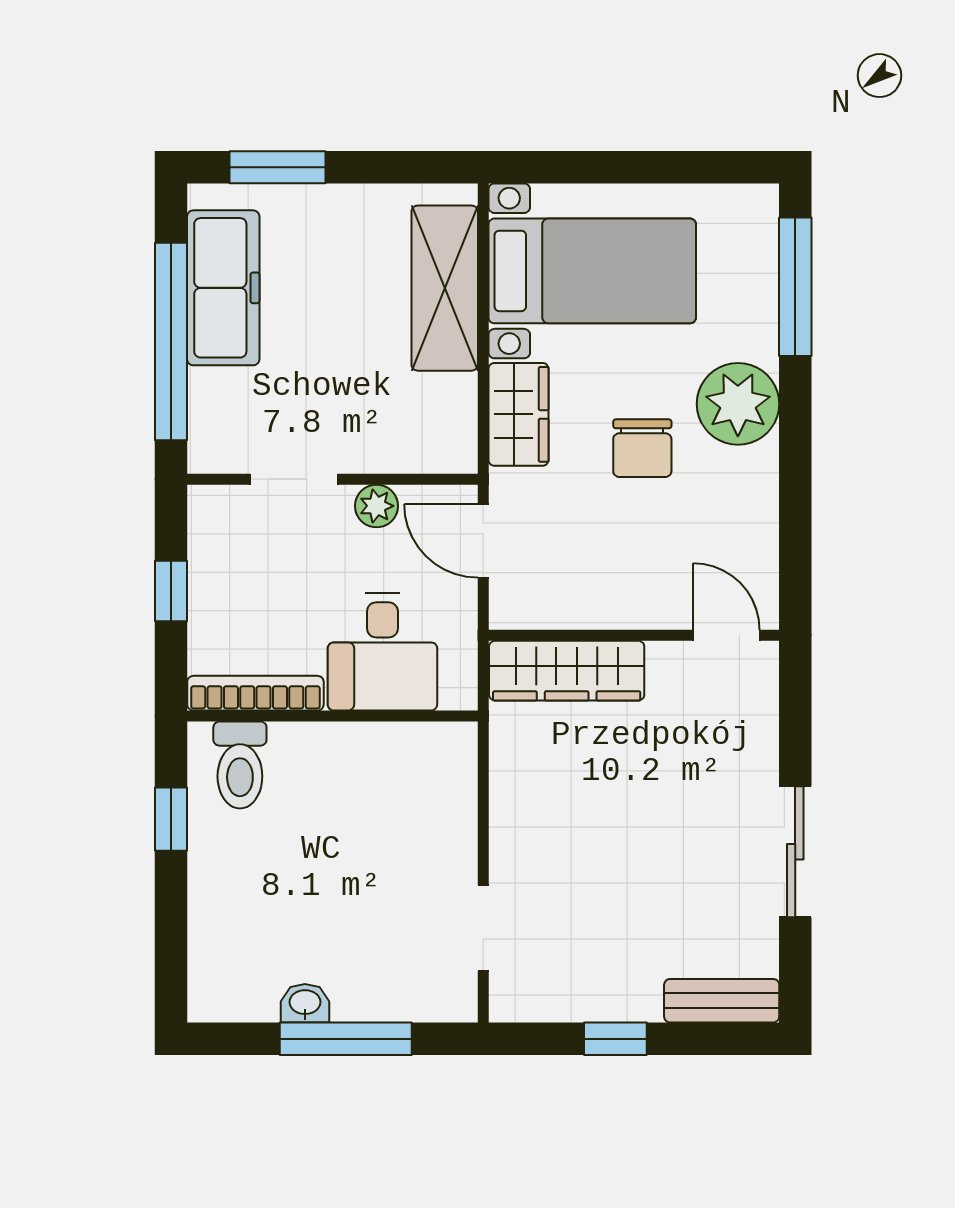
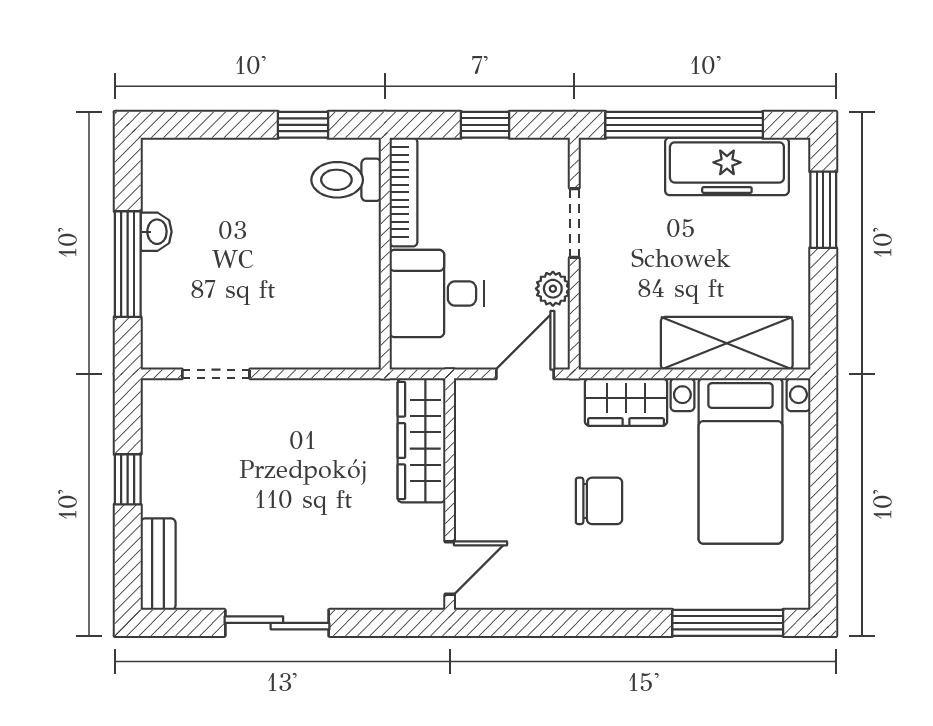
plant: (738, 404) -> (634, 577), removed
chair: (642, 448) -> (599, 501), turned 180

